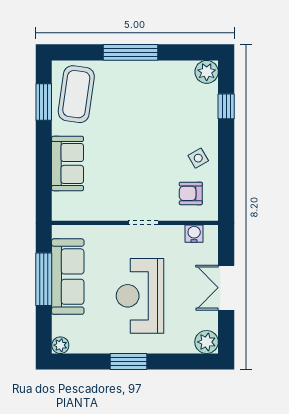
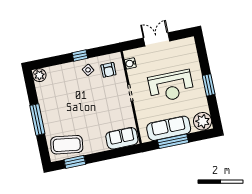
window: (226, 106) -> (80, 55), moved
sofa: (68, 163) -> (122, 138), moved
double door: (226, 288) -> (156, 39), swing flipped
plant: (207, 342) -> (189, 44), removed
plant: (60, 345) -> (203, 121), width x1.87, depth x1.87

